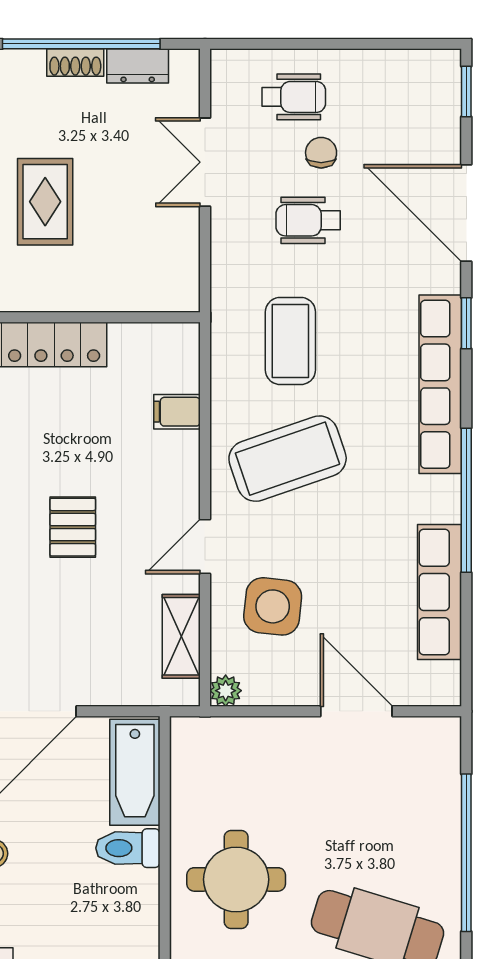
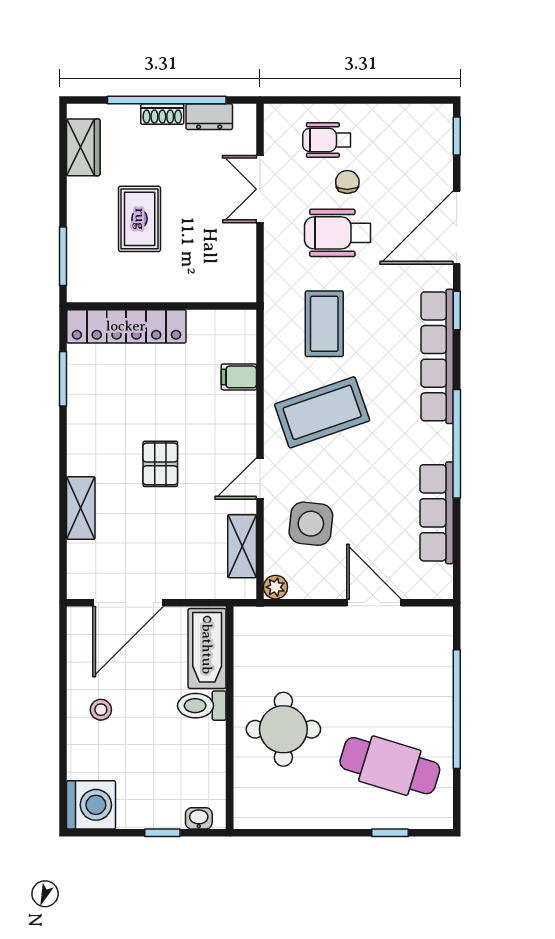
wheelchair: (294, 97) -> (327, 140), turned 180
door: (466, 213) -> (457, 227), hinge flipped
wheelchair: (308, 220) -> (338, 233), width x1.36, depth x1.37

